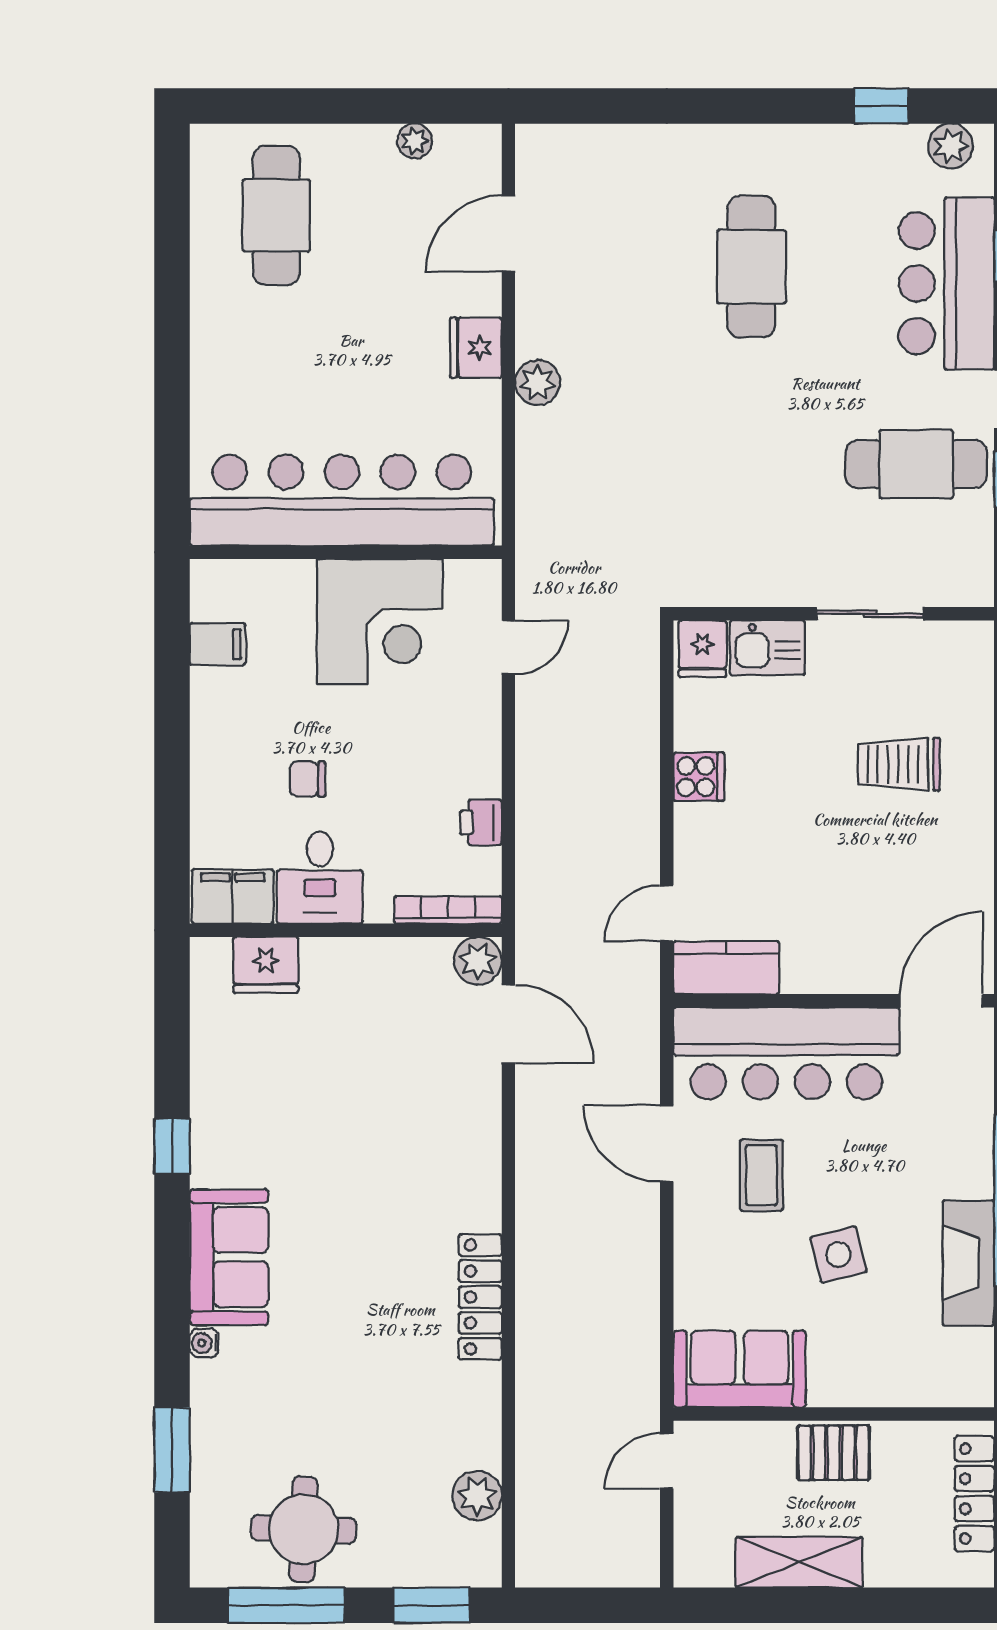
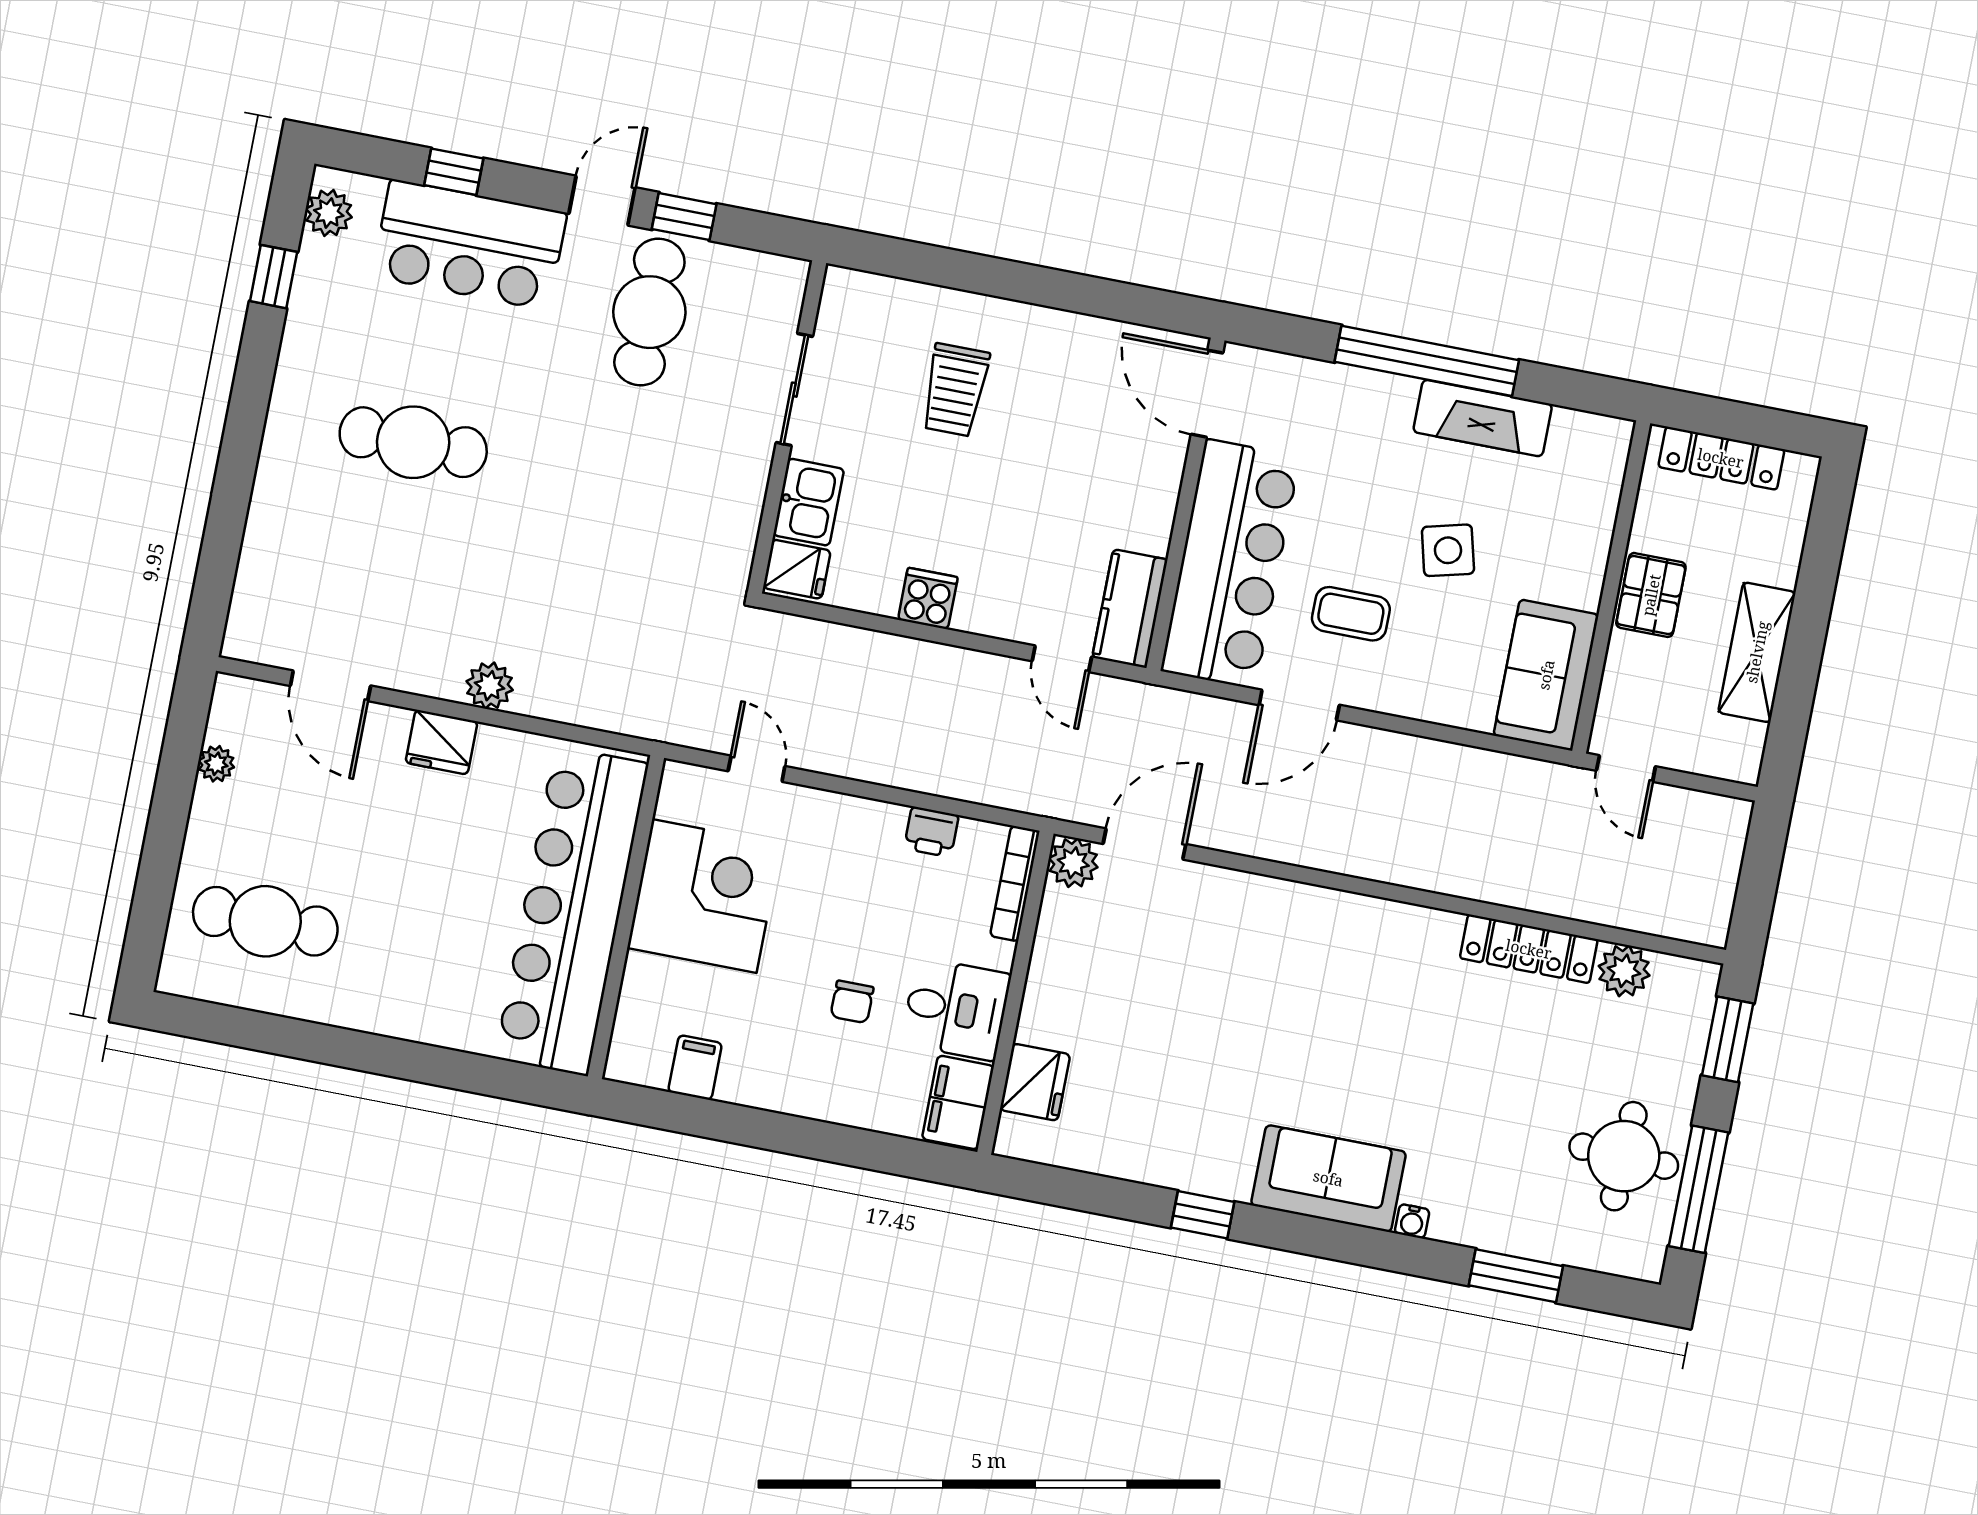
locker: (480, 1297) -> (1529, 949), moved

